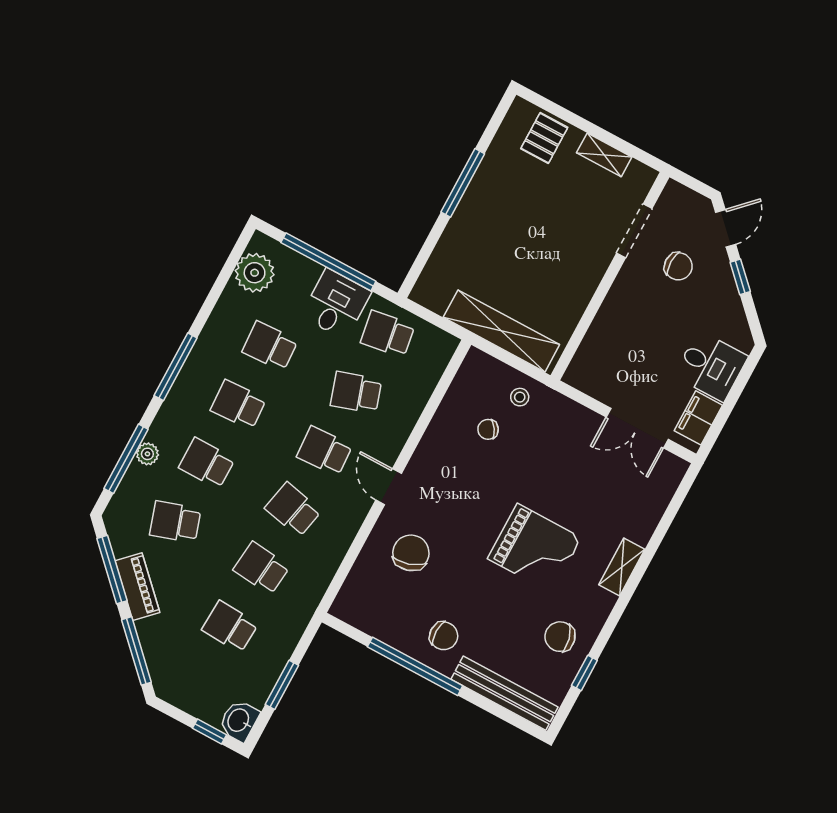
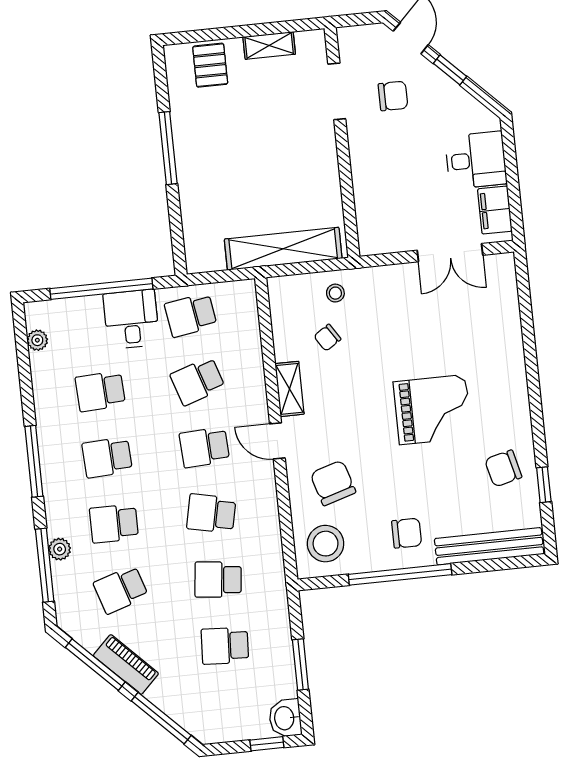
plant: (255, 273) -> (37, 340), width x0.53, depth x0.53
shelving: (622, 567) -> (290, 389), moved
stool: (371, 599) -> (326, 544), added

